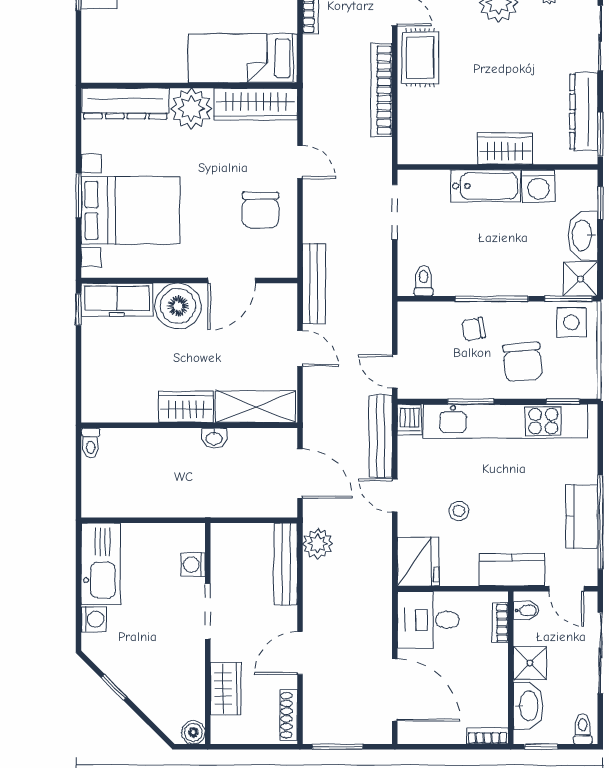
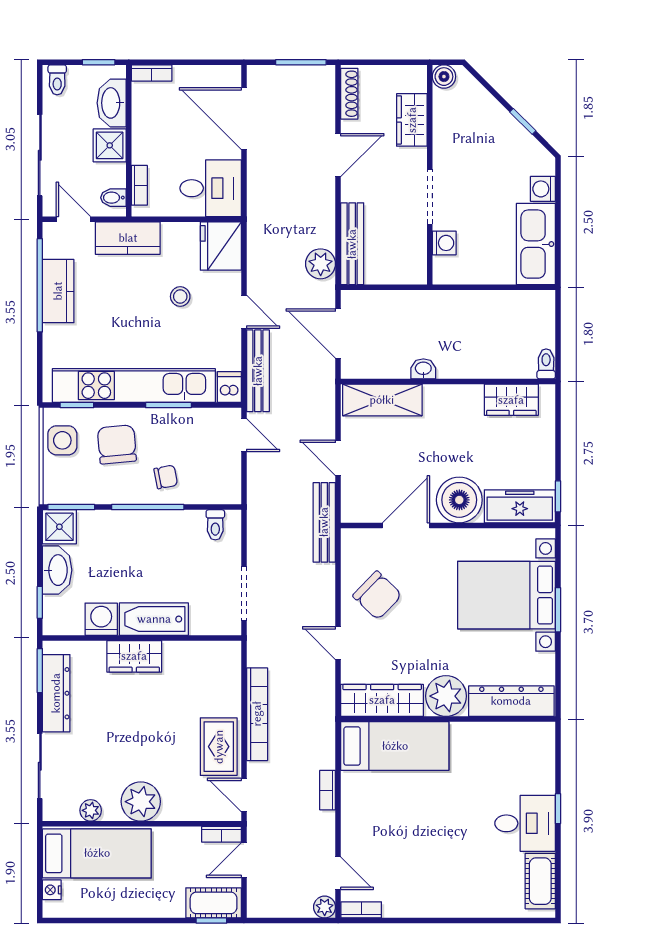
chair: (260, 210) -> (377, 595), turned 134
side table: (571, 322) -> (62, 440), moved
wardrobe: (186, 407) -> (511, 400), moved

